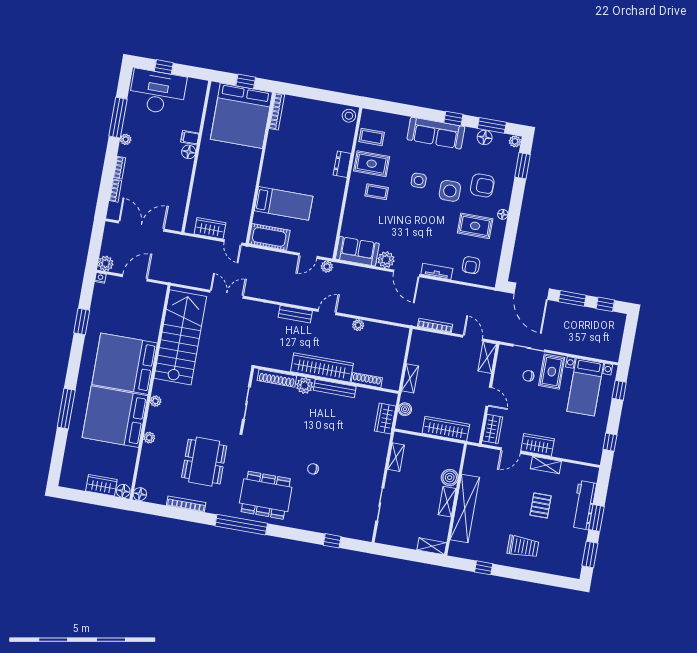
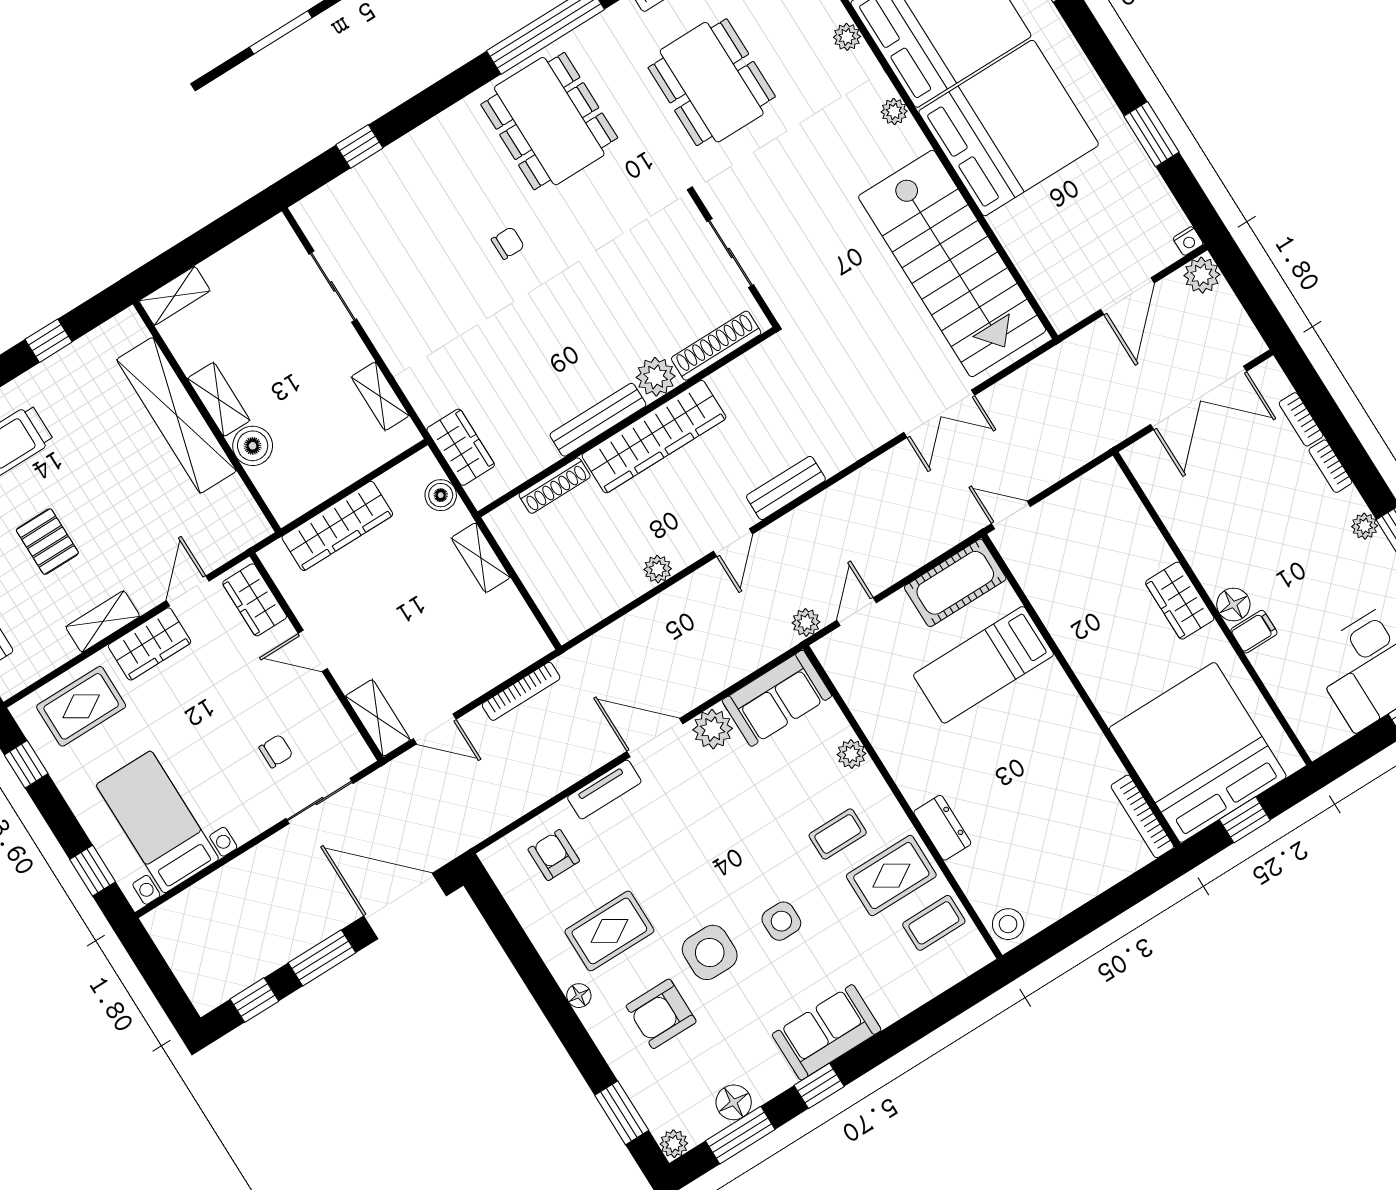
sofa: (436, 133) -> (827, 1032), width x0.73
plant: (350, 213) -> (851, 754), added
wardrobe: (210, 228) -> (1180, 601), moved, turned 90
rug: (552, 372) -> (81, 706), moved, turned 90
dining table: (266, 495) -> (549, 121), turned 90

